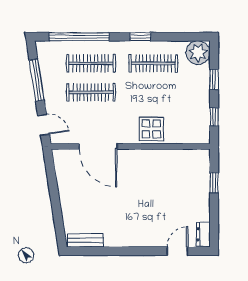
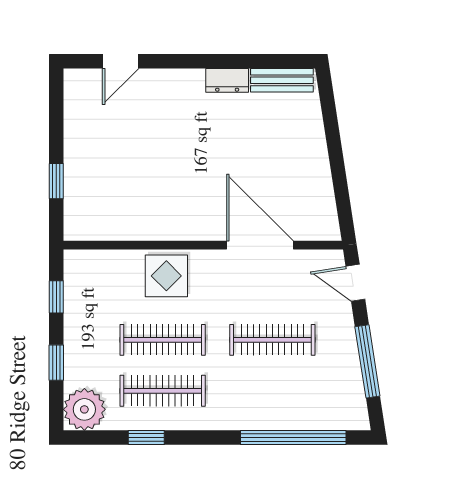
window: (140, 37) -> (146, 438), moved
clothes rail: (91, 63) -> (163, 340), moved
dresser: (203, 234) -> (227, 80), moved, turned 90

